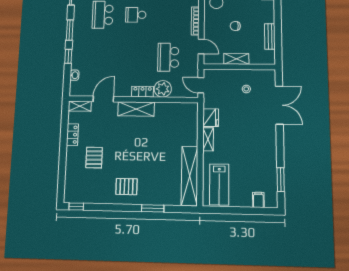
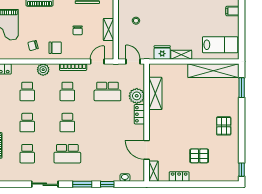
school desk: (169, 15) -> (67, 91), added
door: (201, 85) -> (133, 62), swing flipped
shelving: (136, 109) -> (155, 93), moved
window: (153, 208) -> (242, 88), moved

